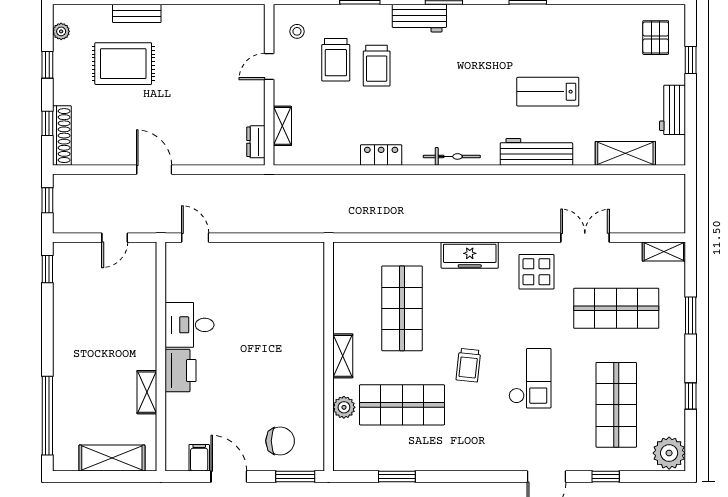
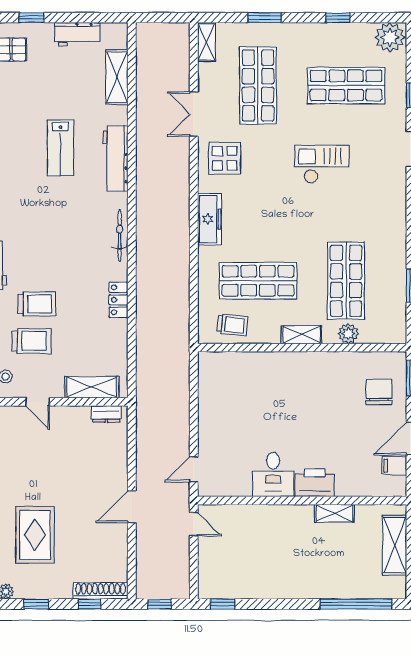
shelving: (282, 126) -> (92, 387), width x1.50, depth x1.33
door: (115, 238) -> (194, 524), moved
trolley: (468, 365) -> (232, 325), moved

